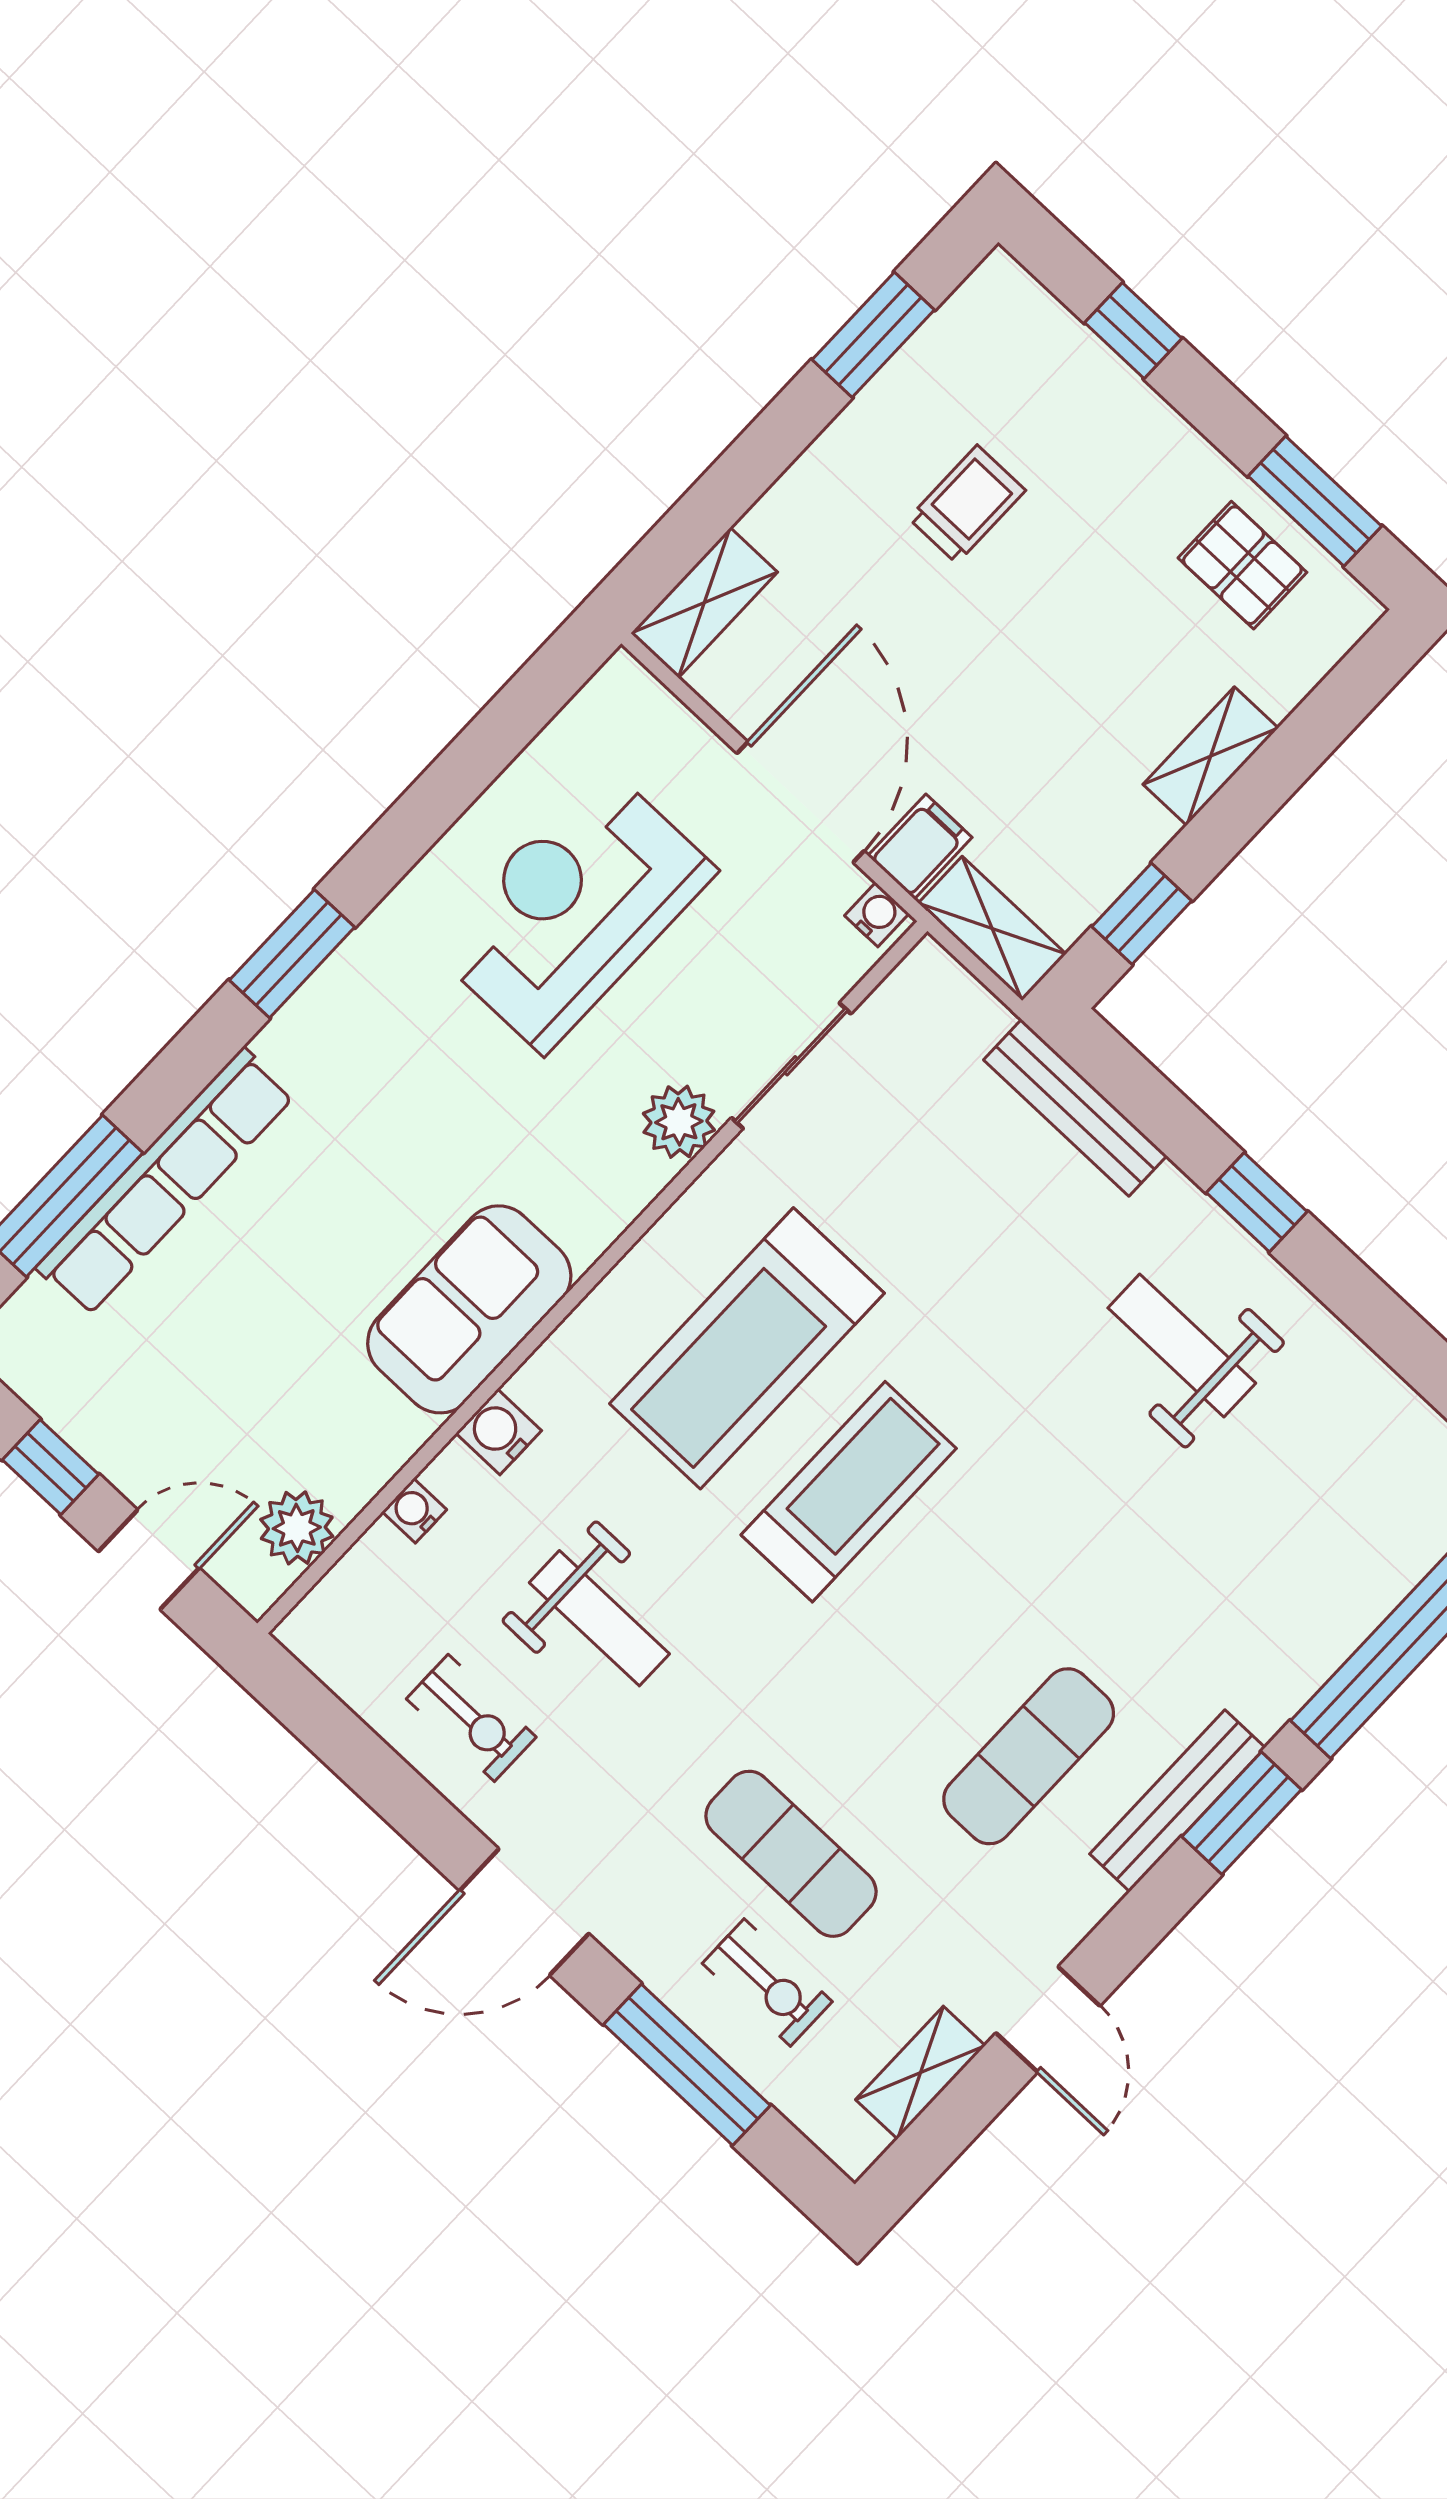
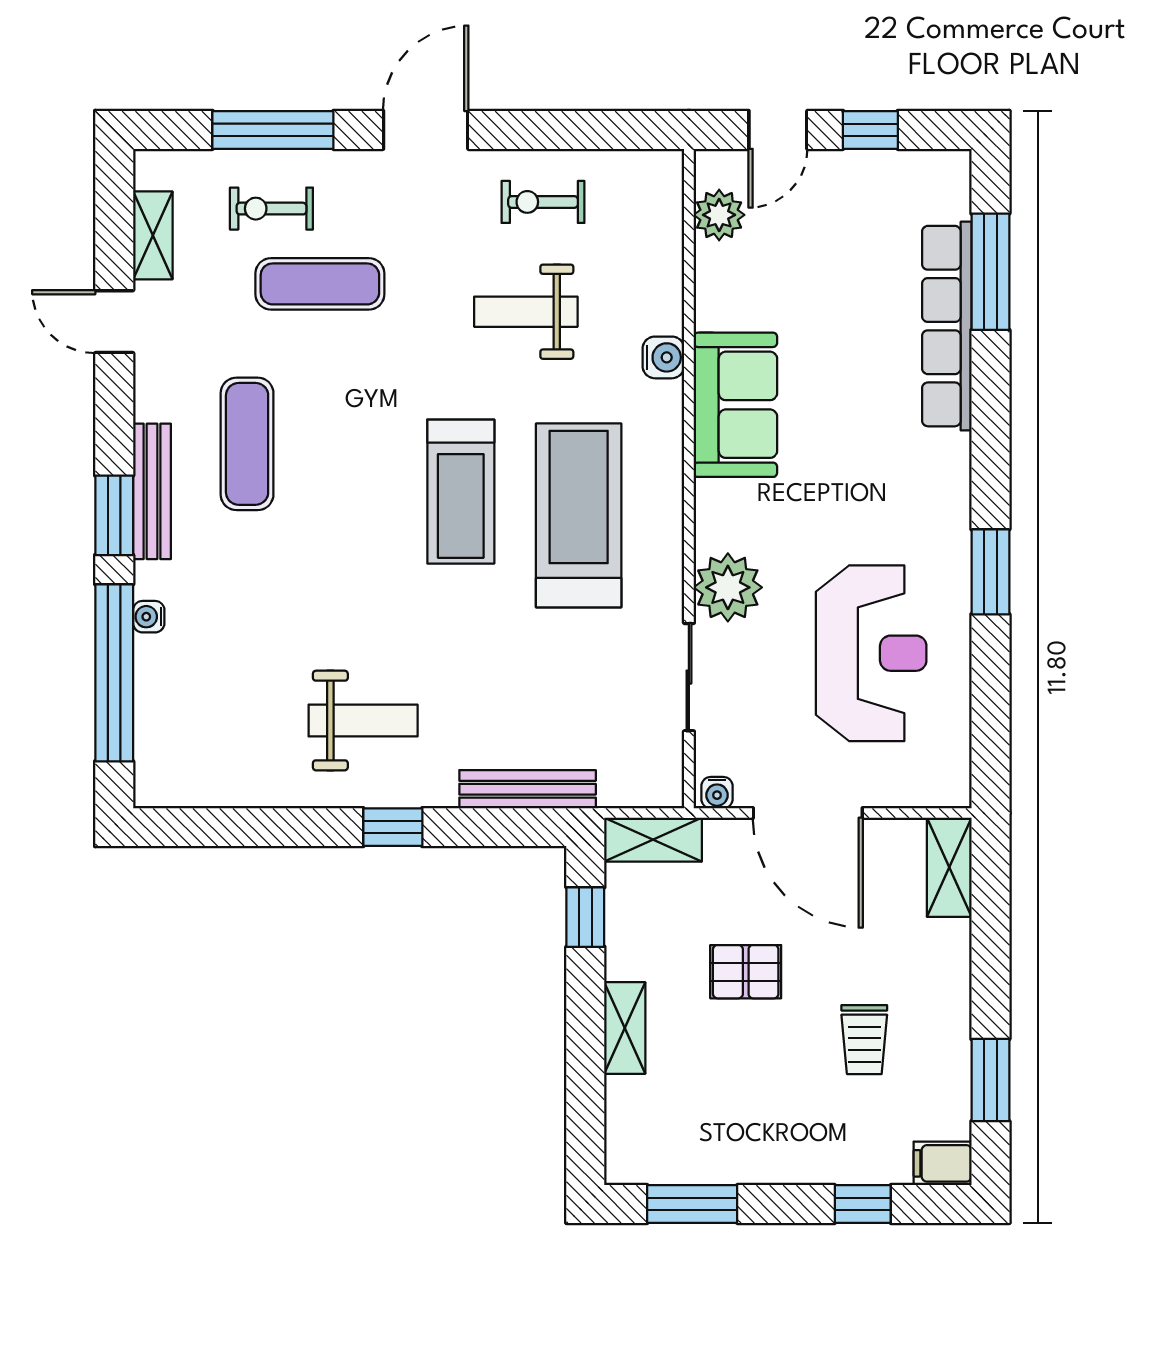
pallet: (1242, 565) -> (746, 972), moved
filing cabinet: (920, 847) -> (943, 1163), moved, turned 90
window: (292, 954) -> (990, 572), moved
plant: (679, 1122) -> (728, 587), width x1.36, depth x1.36
water cooler: (414, 1511) -> (149, 617), moved, turned 180

